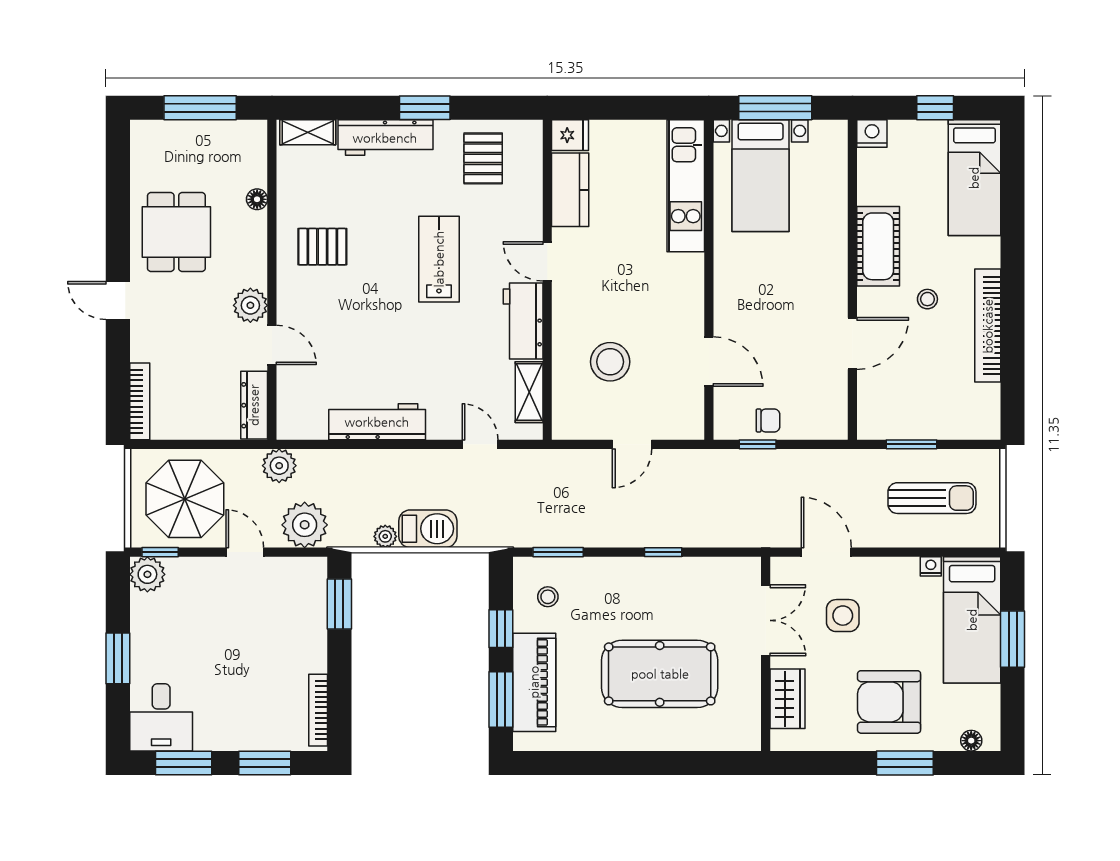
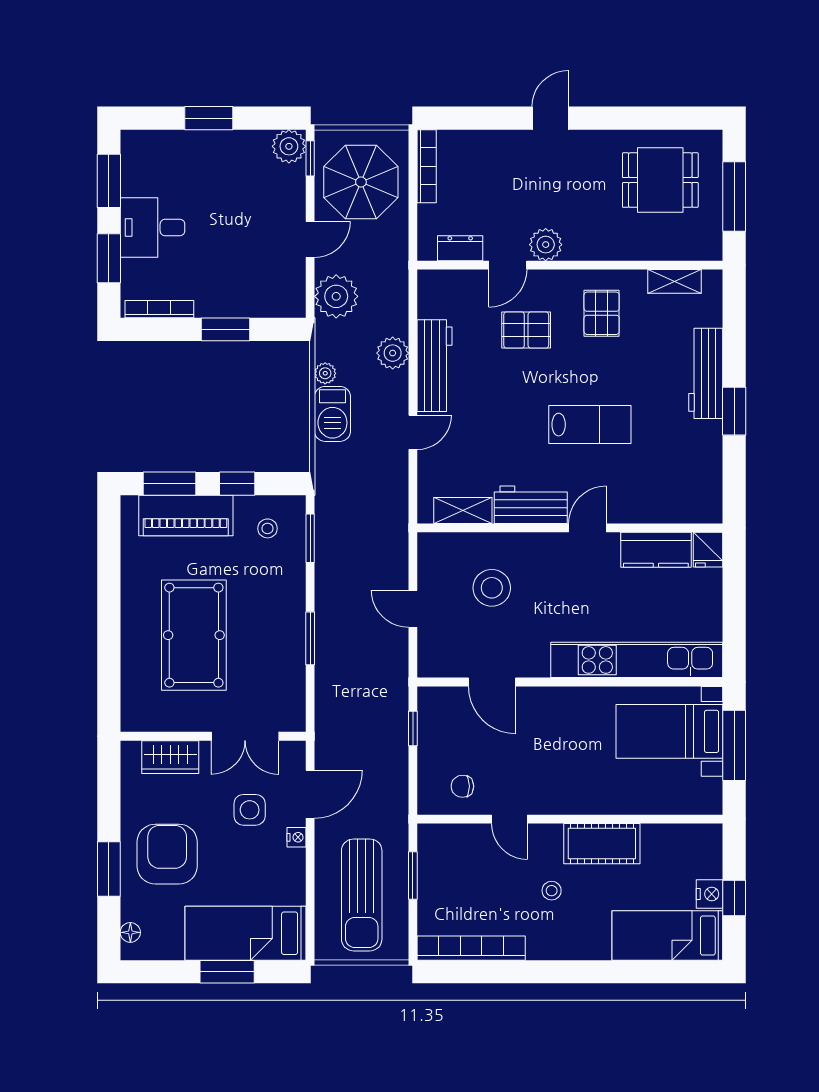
shelving: (308, 132) -> (675, 281), moved, turned 90
nightstand: (872, 134) -> (710, 894), moved
pallet: (483, 158) -> (526, 330), moved
kitchen unit: (686, 186) -> (637, 660), width x1.36
floor lamp: (257, 199) -> (647, 251), removed
dining table: (176, 232) -> (660, 180), moved
bookcase: (988, 326) -> (471, 948), moved
door: (852, 343) -> (509, 819), width x0.73
door: (709, 362) -> (492, 682), hinge flipped
bookcase: (140, 401) -> (427, 166), moved, turned -90
dresser: (254, 405) -> (460, 248), width x0.70
chair: (768, 420) -> (462, 786), moved, turned 90
door: (480, 444) -> (413, 432), moved
plant: (279, 466) -> (393, 353), moved
sun lounger: (932, 498) -> (362, 895), width x1.36, depth x1.34
window: (663, 552) -> (310, 638), width x1.50
nightstand: (931, 566) -> (297, 837), moved
window: (339, 604) -> (226, 329), moved
desk: (161, 717) -> (153, 228), moved

